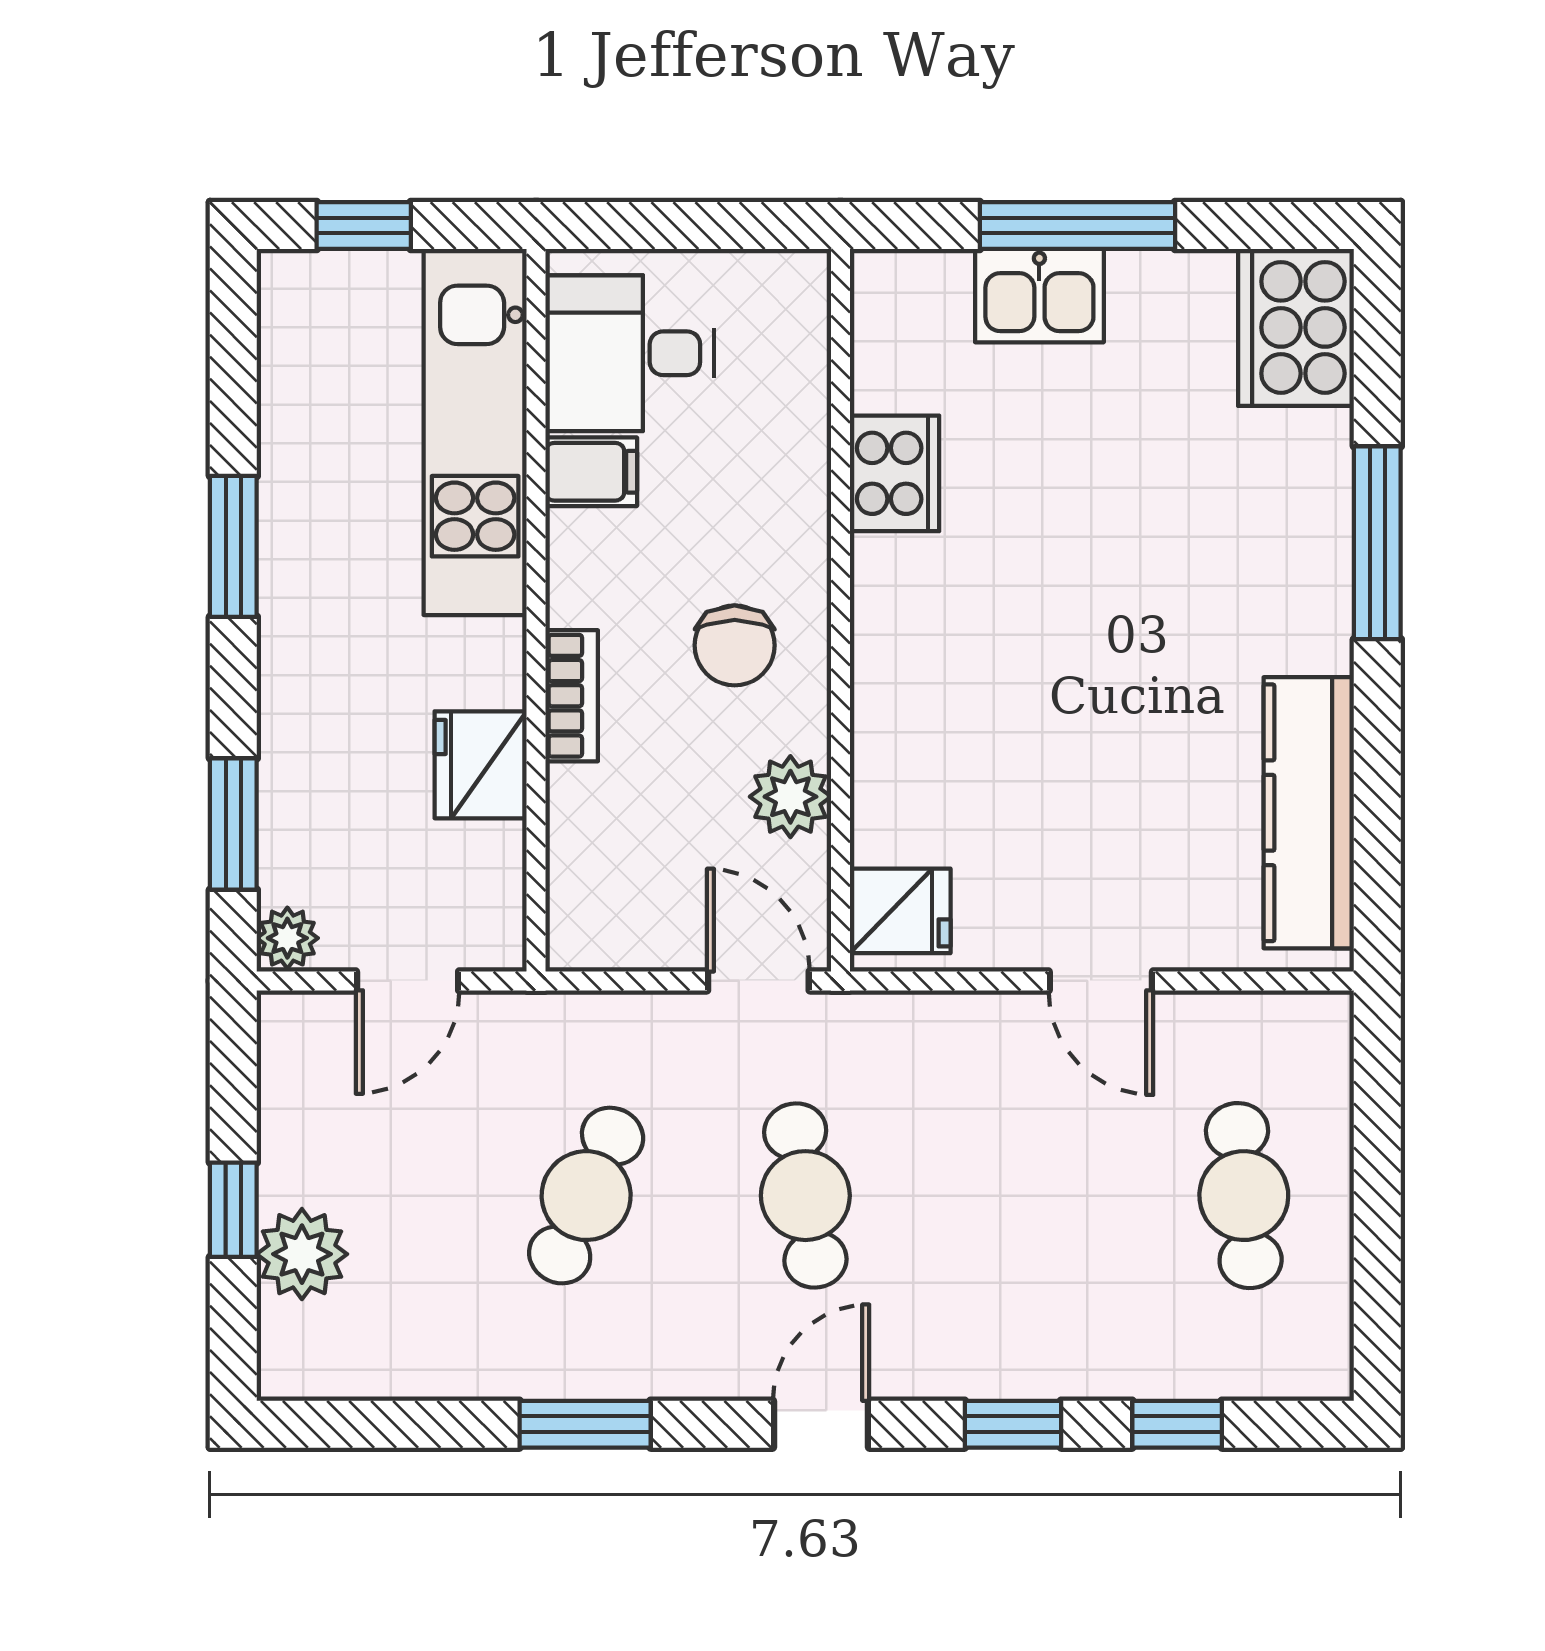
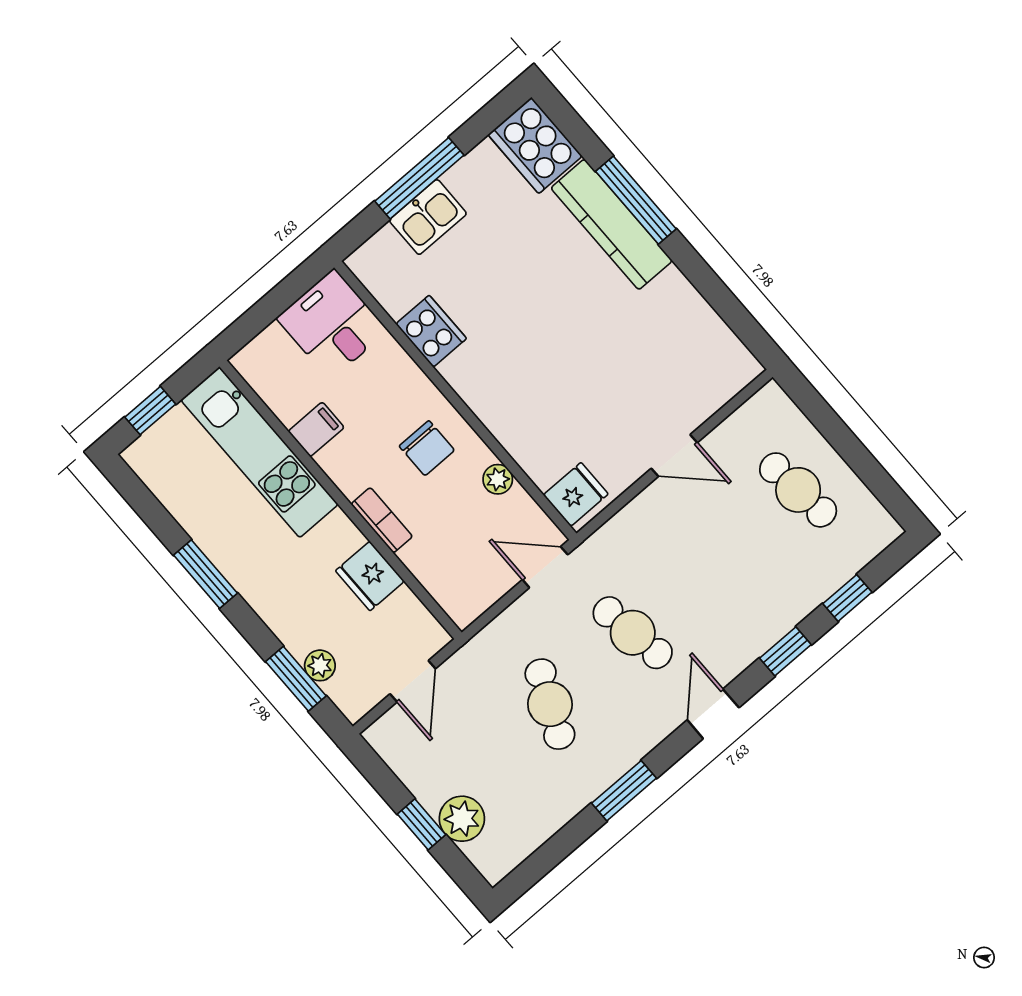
desk: (630, 353) -> (332, 324), moved, turned 90
plant: (790, 797) -> (498, 479), width x0.73, depth x0.73
kitchen counter: (1309, 813) -> (612, 224), moved
plant: (287, 938) -> (320, 665), moved

